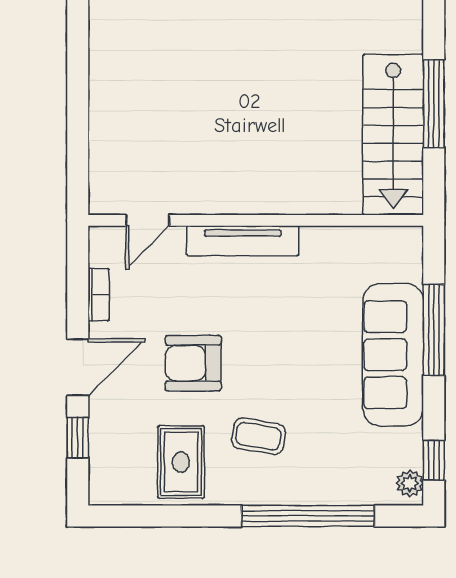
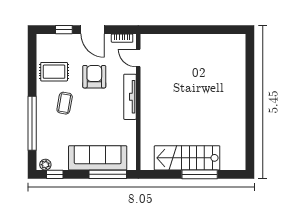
door: (148, 220) -> (138, 58), moved
wall: (256, 220) -> (138, 102), moved
tv unit: (243, 241) -> (130, 97), moved

